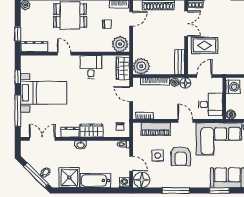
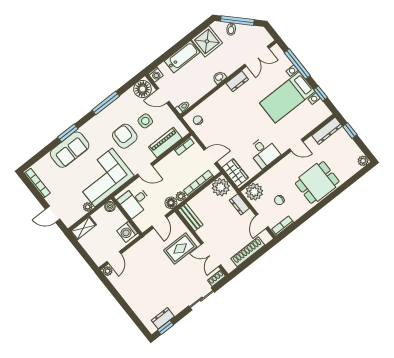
dresser: (138, 44) -> (239, 204), added
wardrobe: (91, 131) -> (220, 97), removed

